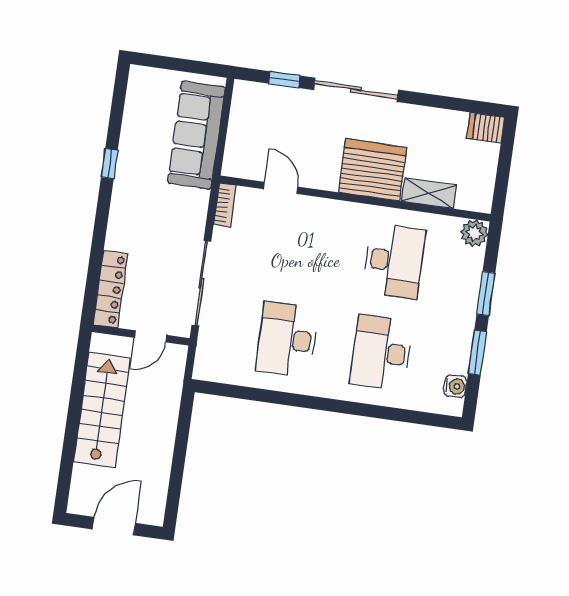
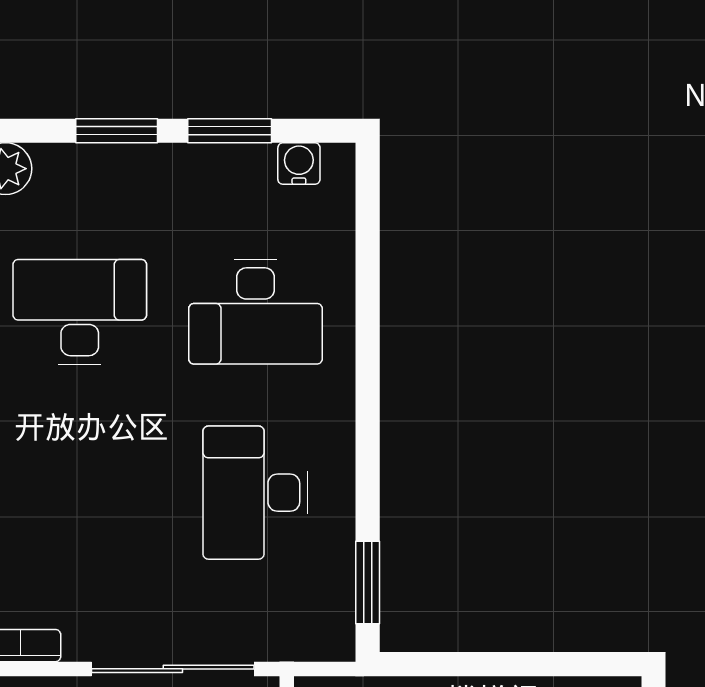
desk: (287, 339) -> (256, 493), turned 90
window: (232, 391) -> (368, 582), added

